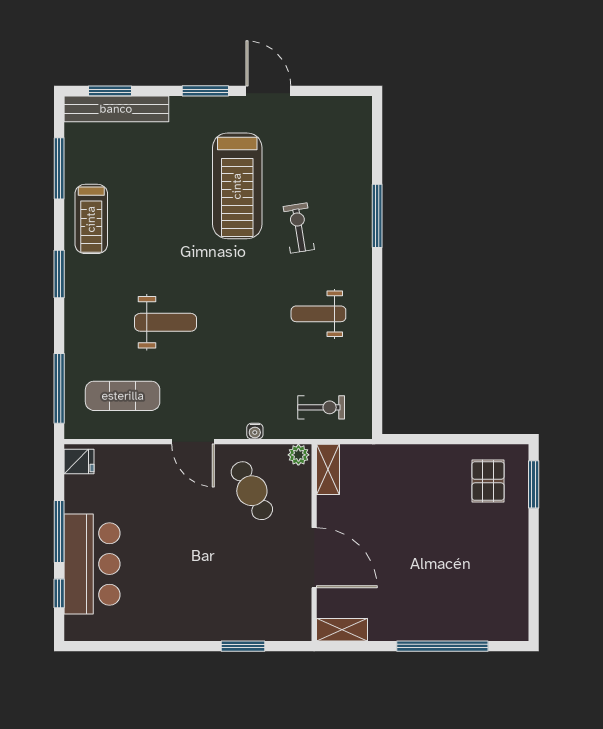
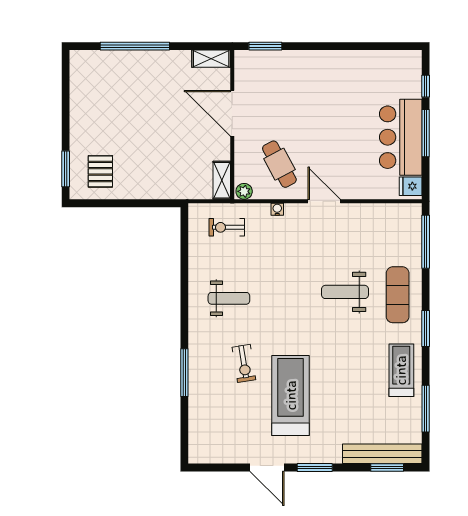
exercise mat: (123, 396) -> (398, 295), moved, turned 90
bar counter: (92, 564) -> (401, 137), moved
window: (243, 646) -> (265, 46), moved

